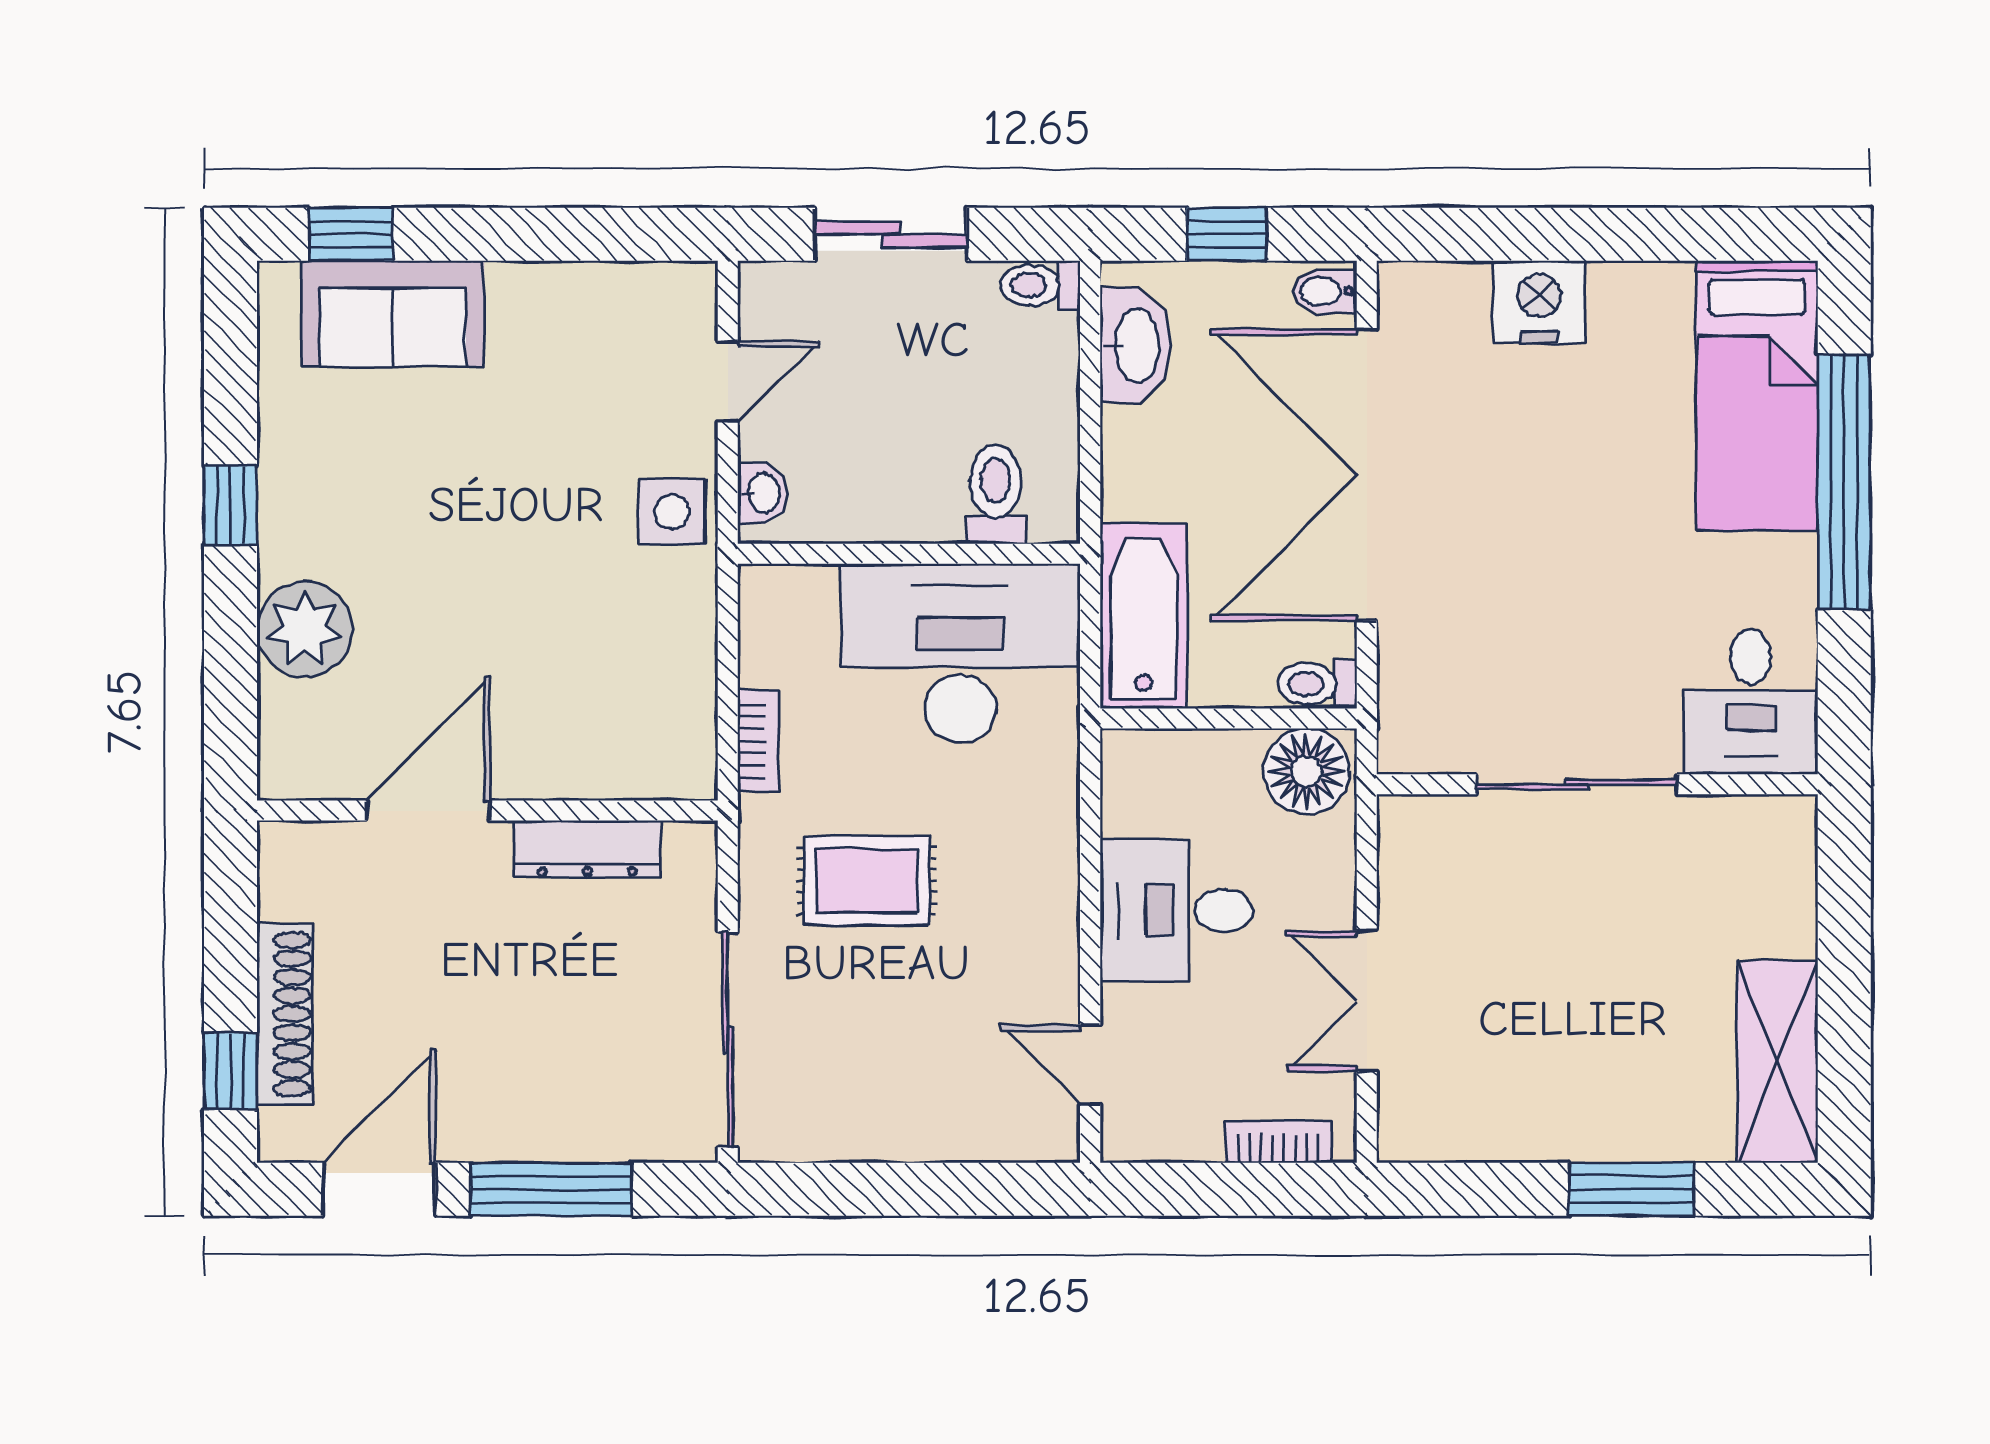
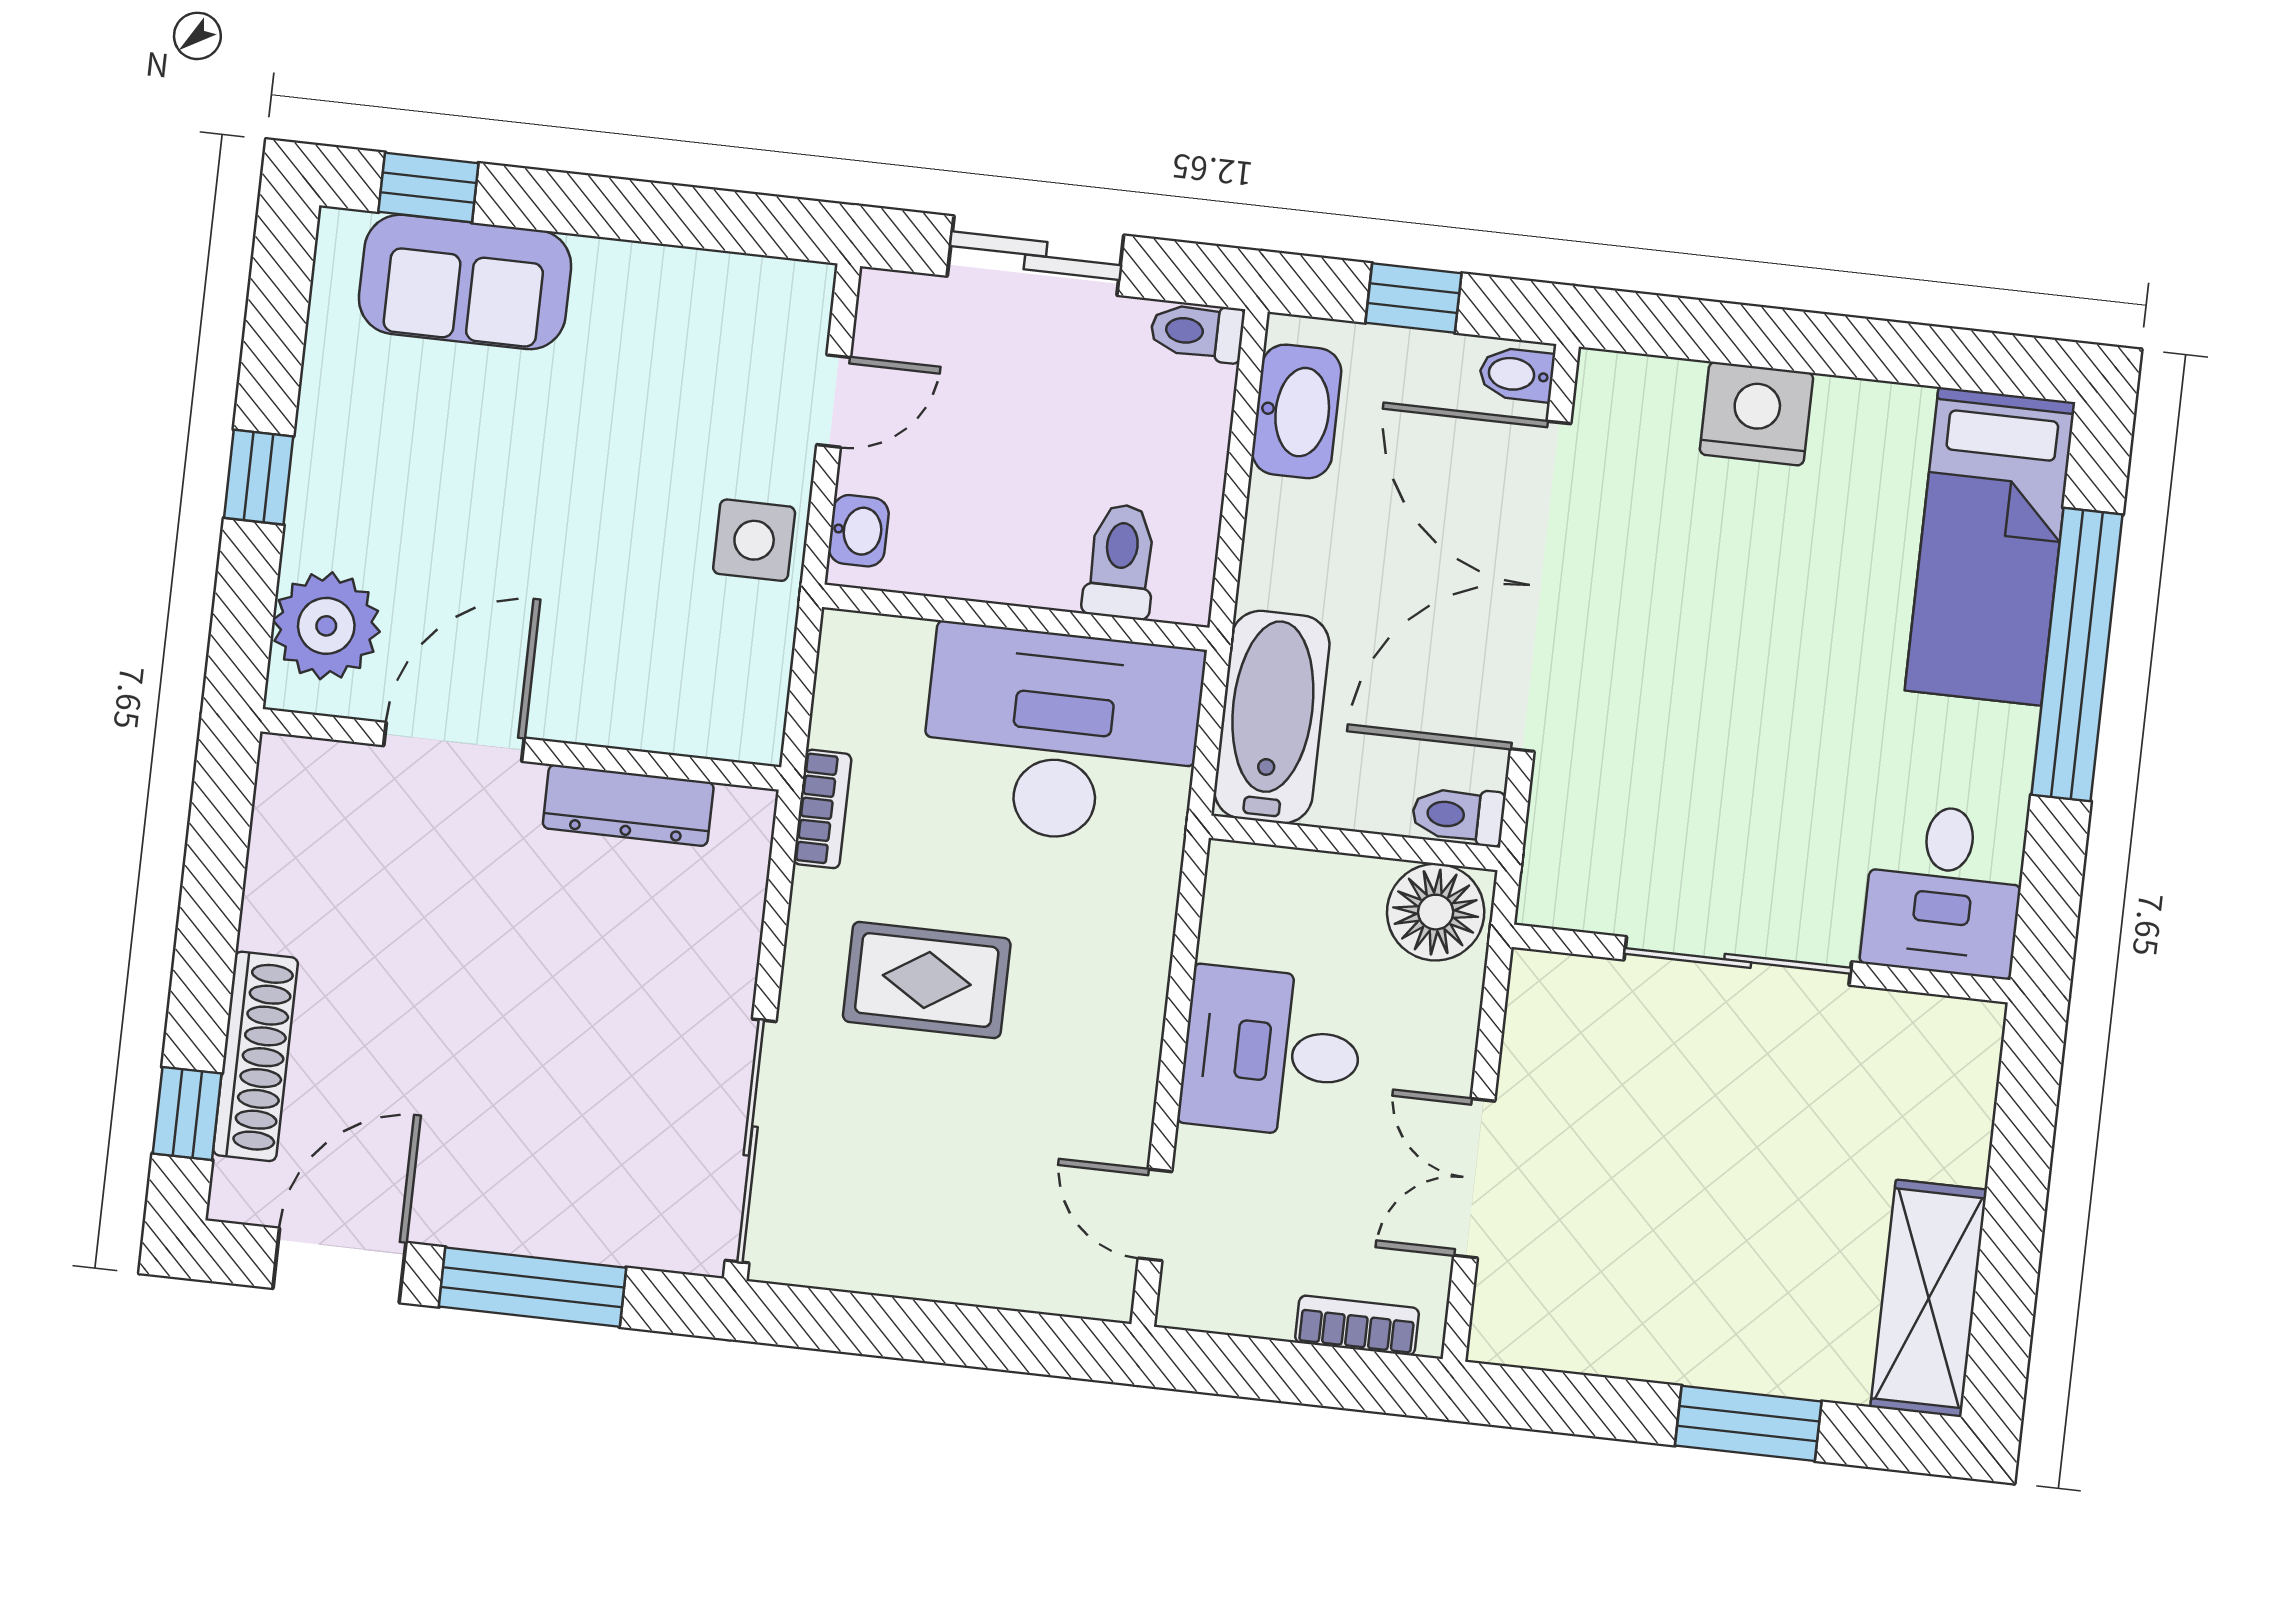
door: (428, 811) -> (454, 742), moved
wall: (487, 811) -> (521, 749), moved
dresser: (587, 849) -> (628, 805), moved

